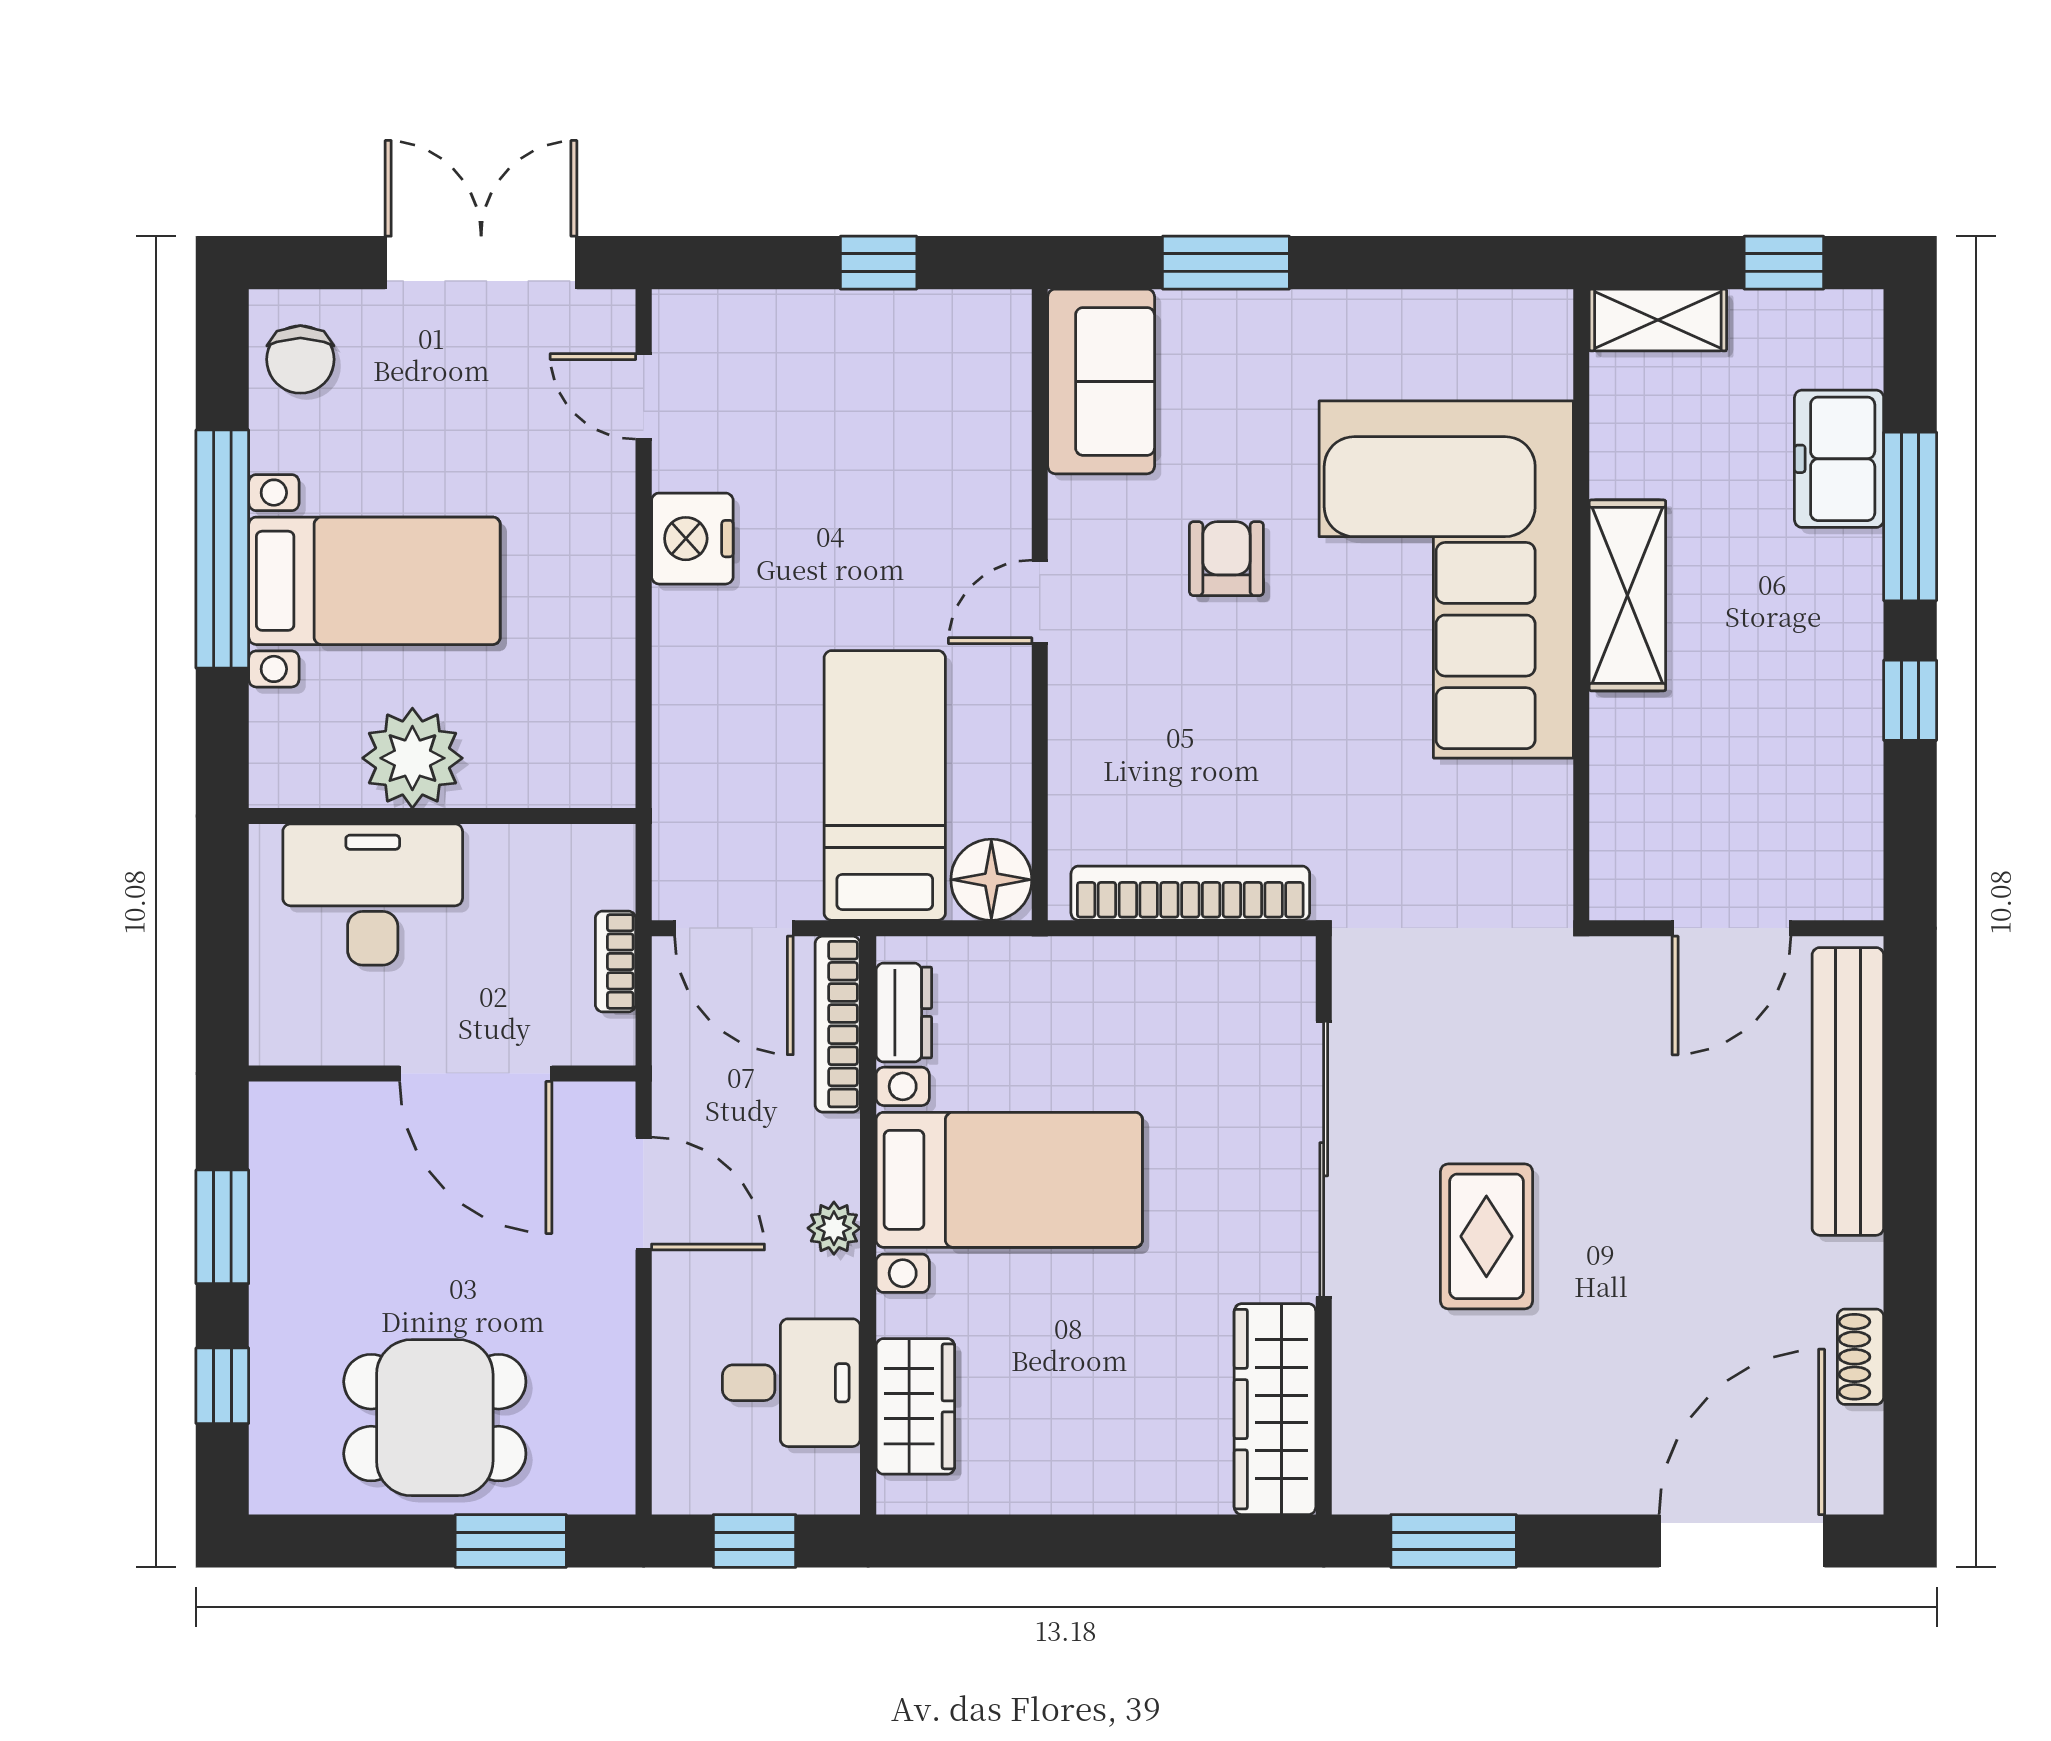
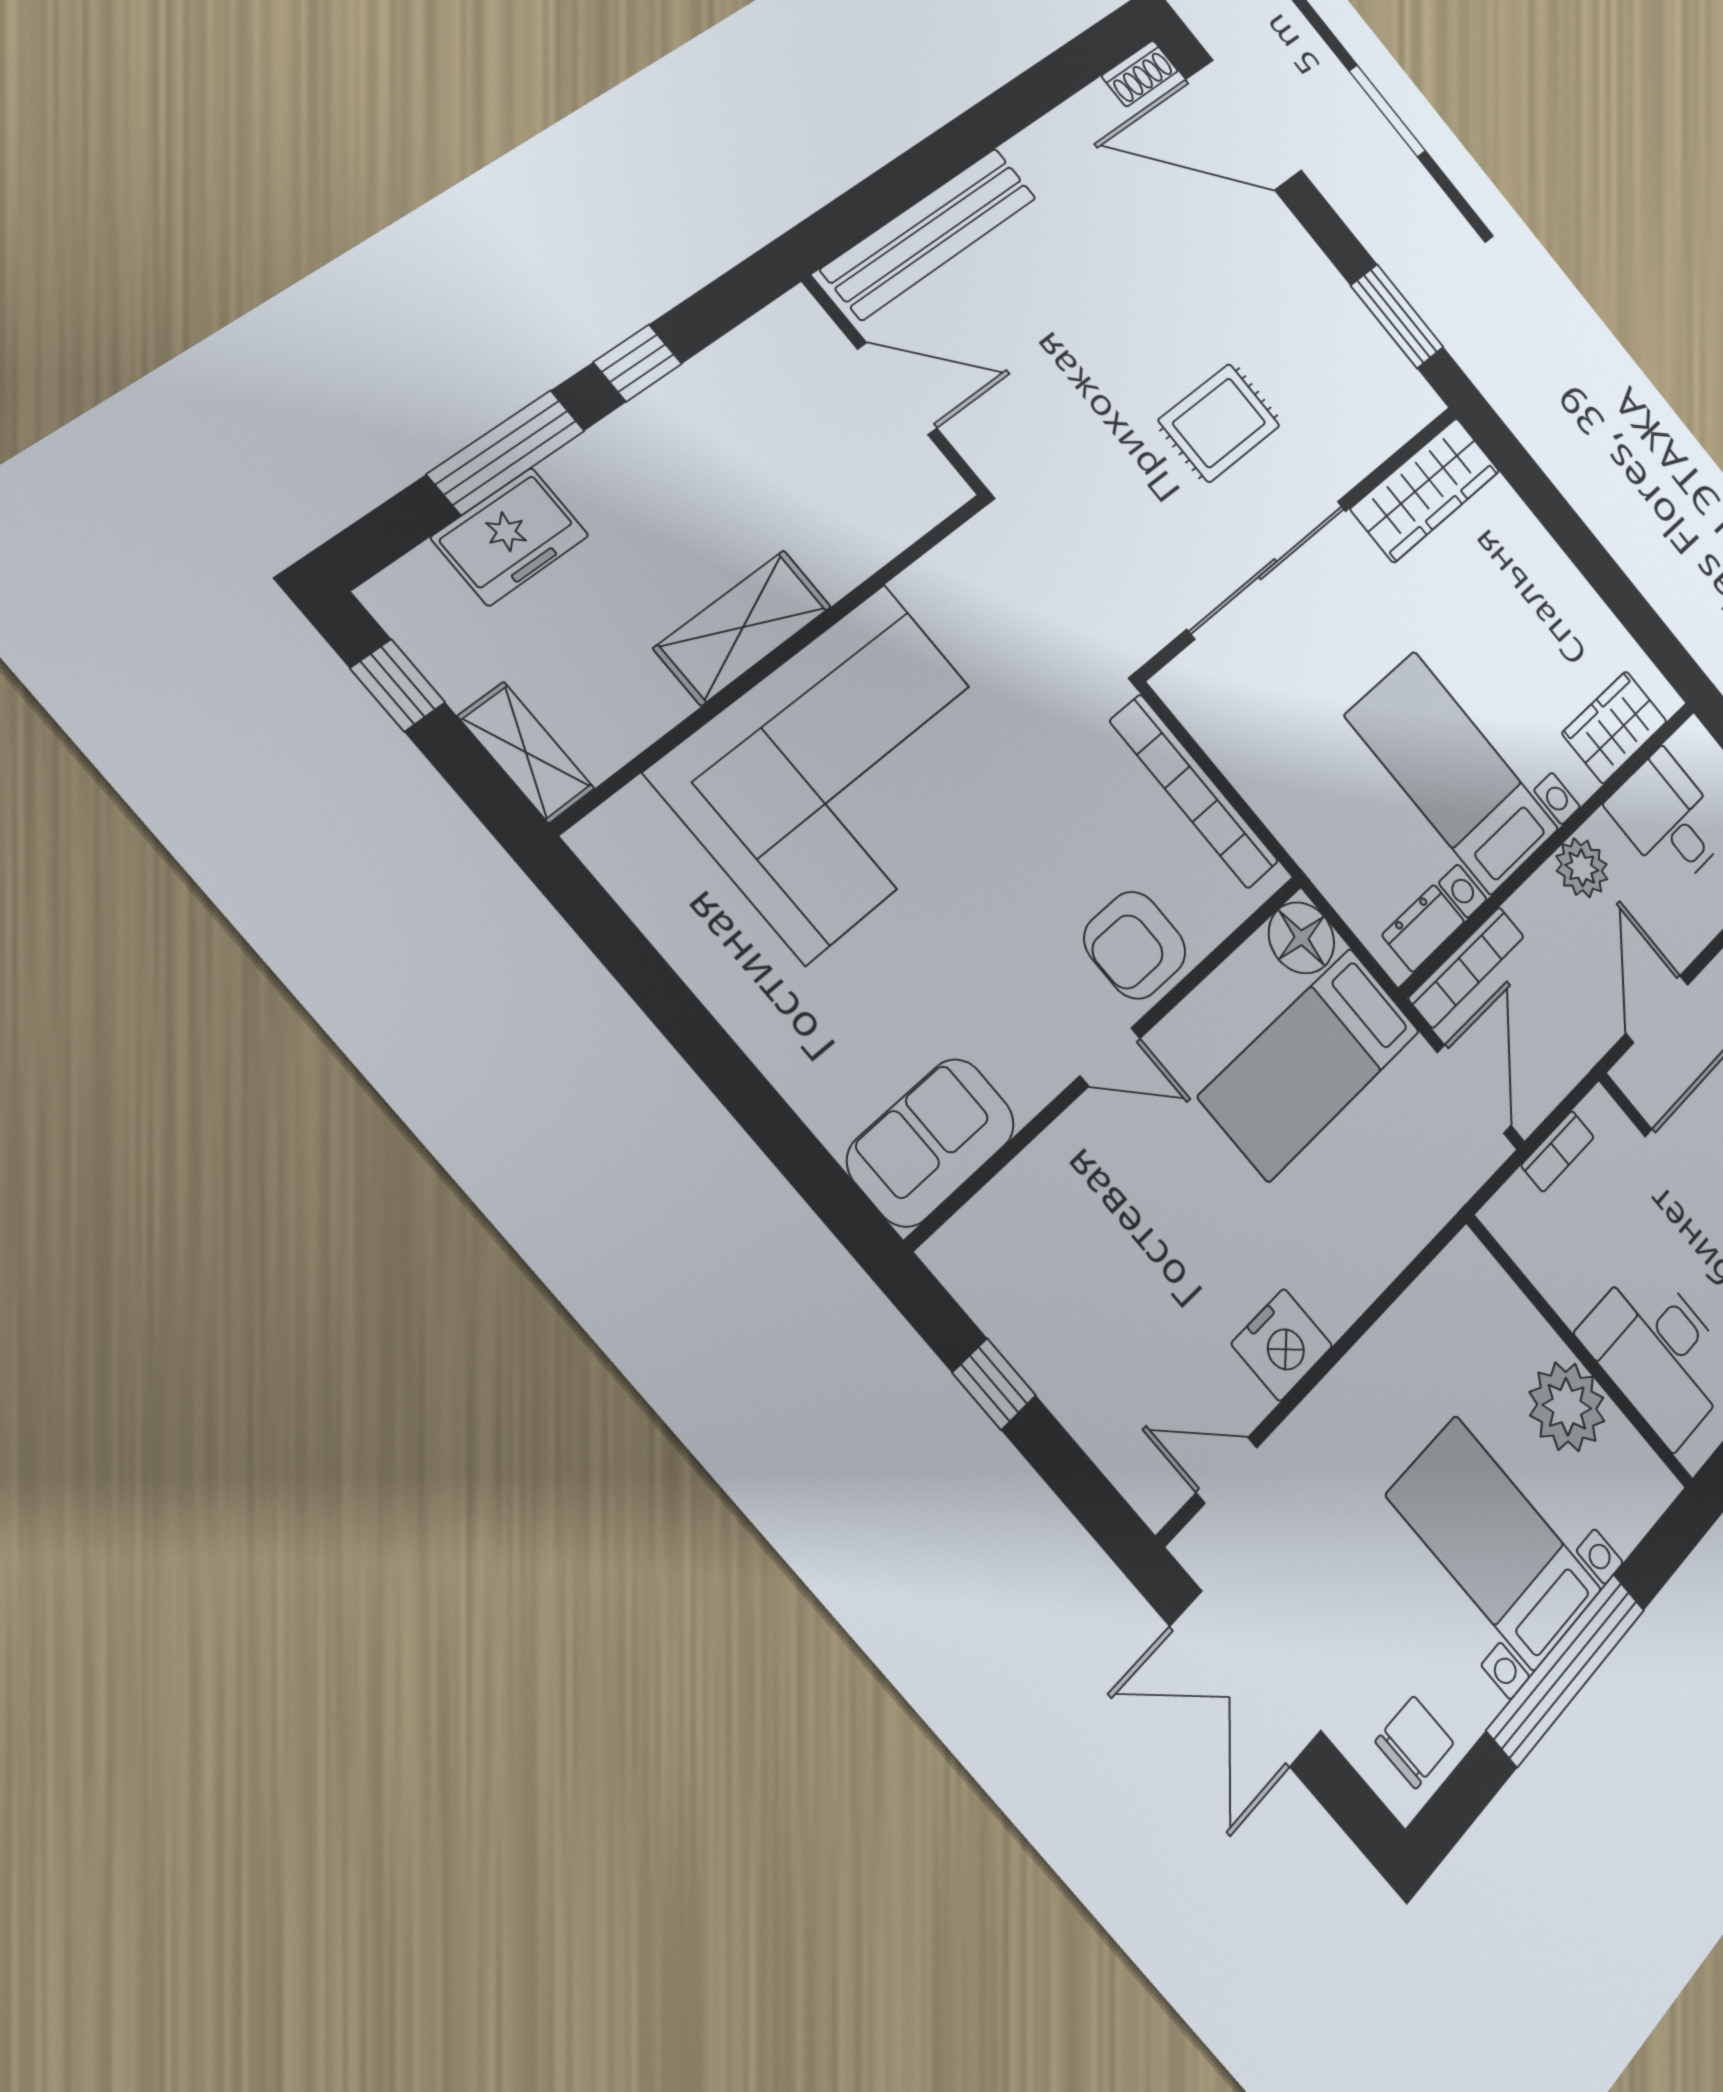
window: (1226, 263) -> (769, 1121), removed
door: (644, 396) -> (1227, 1470), swing flipped
armchair: (1226, 559) -> (1135, 945), moved, width x1.38, depth x1.38
plant: (834, 1228) -> (1582, 868), width x1.38, depth x1.38
shoe rack: (1861, 1357) -> (1140, 73), moved

